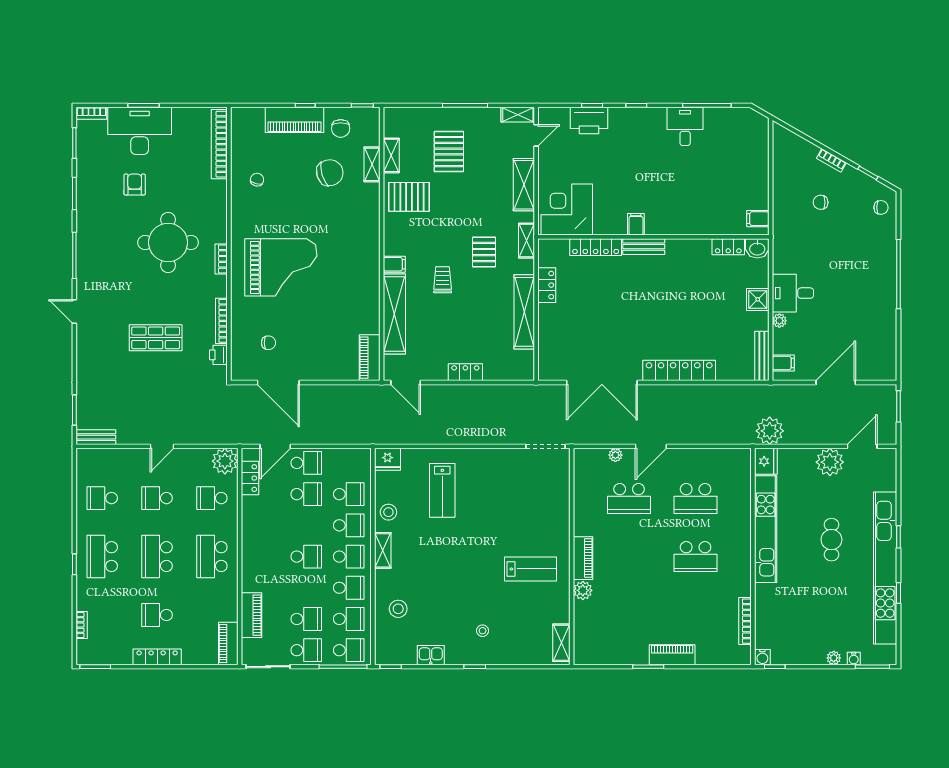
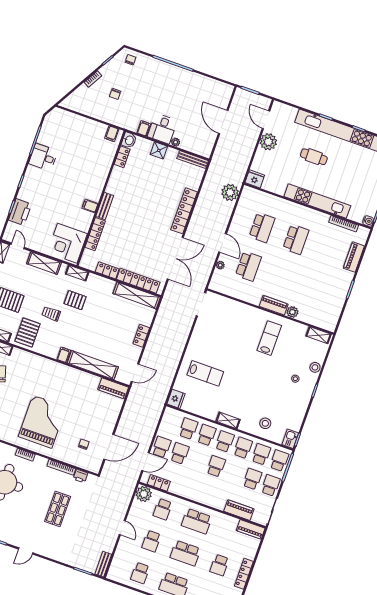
trolley: (443, 280) -> (51, 314), moved
shelving: (524, 312) -> (137, 295), moved
locker: (548, 338) -> (138, 281), added
filing cabinet: (783, 363) -> (144, 128), moved
plant: (770, 431) -> (230, 192), moved
door: (275, 446) -> (145, 462), hinge flipped
stool: (388, 512) -> (315, 367), moved
kitchen unit: (766, 529) -> (317, 201), moved
kitchen sink: (431, 655) -> (290, 439), moved
piano: (672, 655) -> (354, 257), moved

